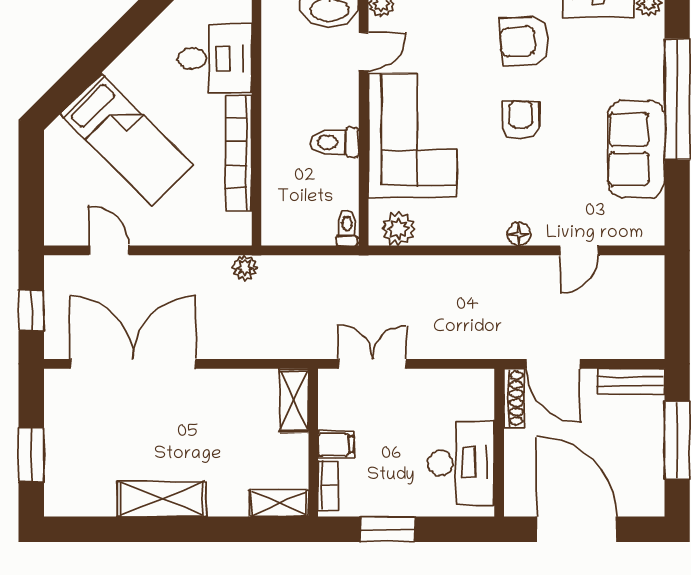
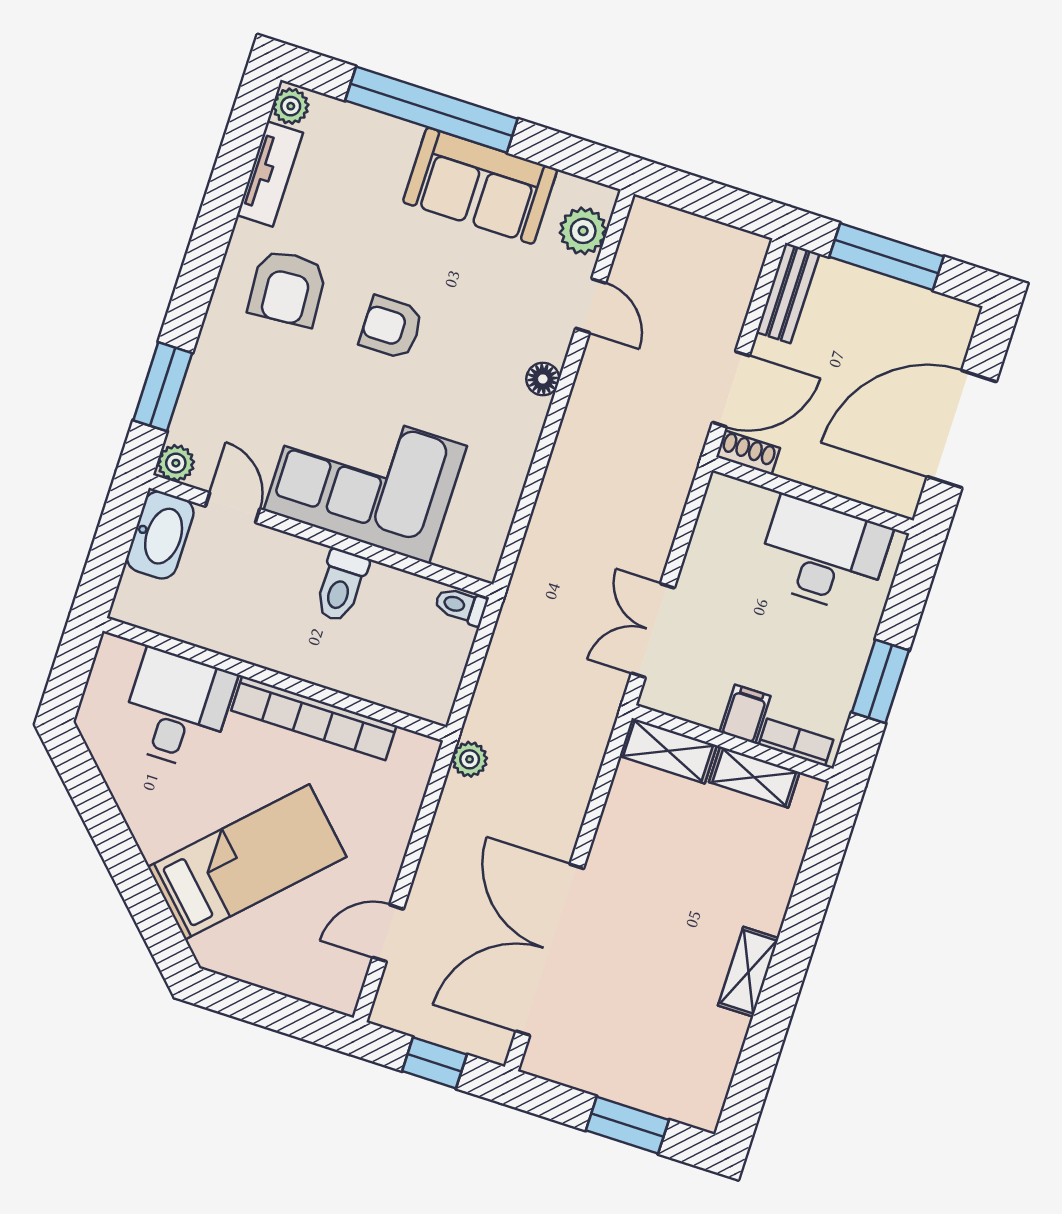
plant: (399, 229) -> (583, 231), moved
shoe rack: (514, 398) -> (748, 453), width x0.70
shelving: (162, 499) -> (748, 972), width x0.67, depth x0.75
shelving: (279, 503) -> (754, 777), moved, turned 90

